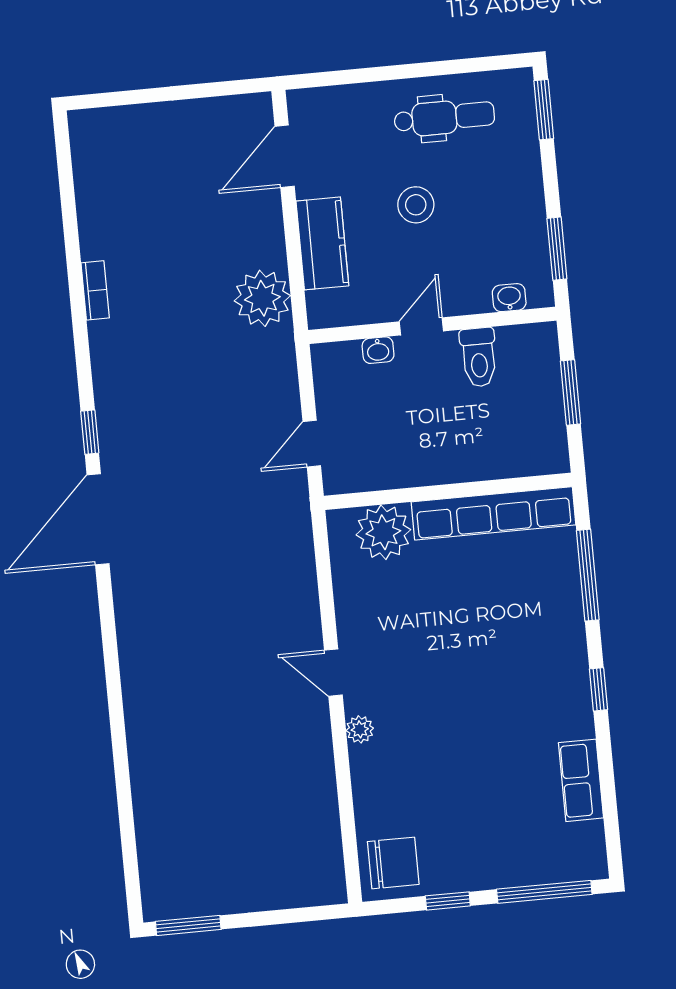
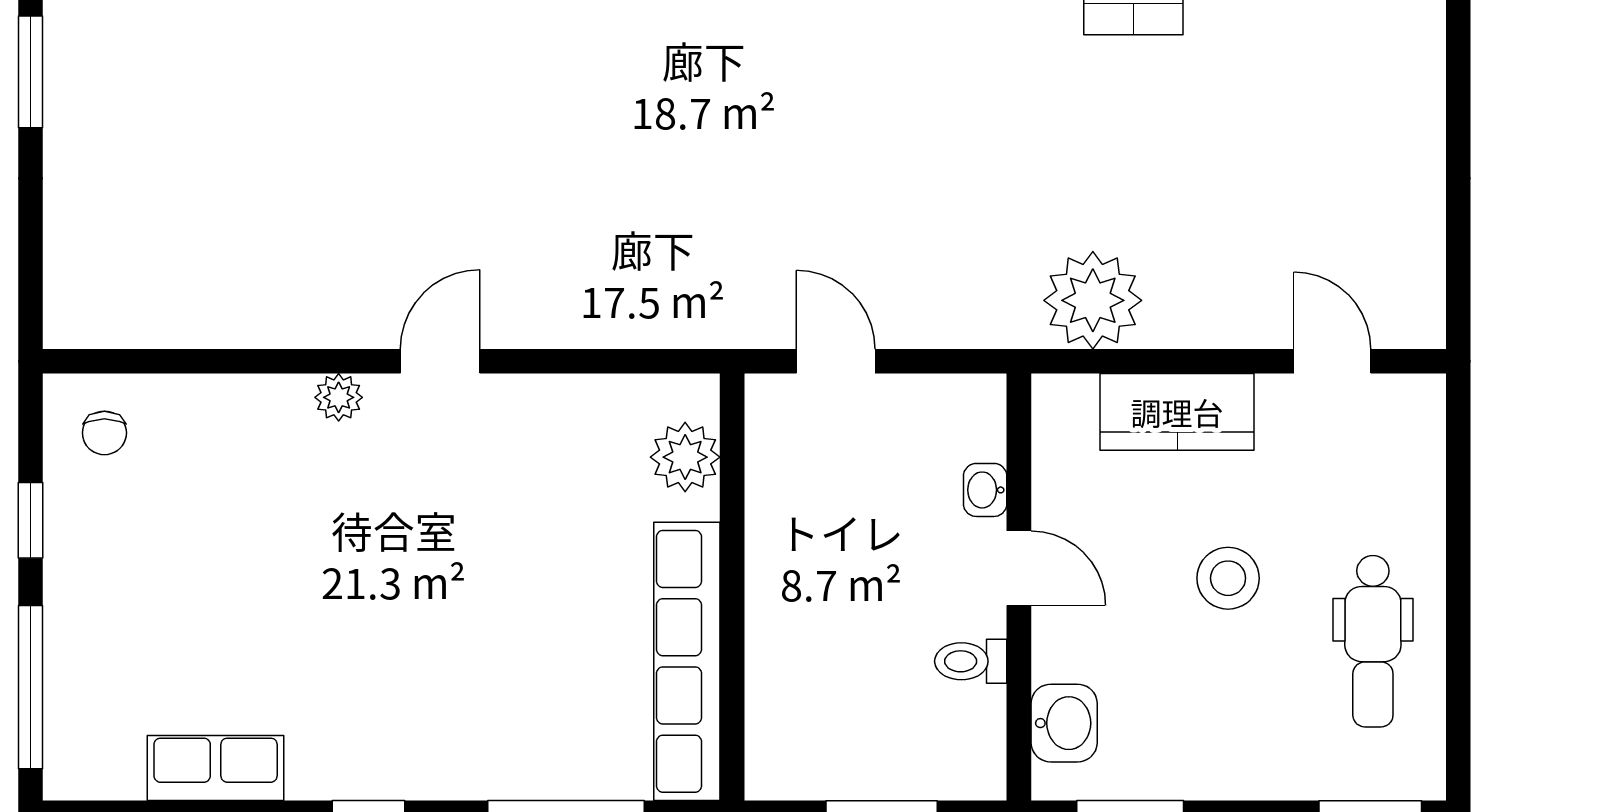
door: (285, 156) -> (1332, 361), width x0.73
washbasin: (509, 298) -> (1064, 723), width x1.38, depth x1.45
toilet: (479, 357) -> (971, 661), width x0.73, depth x0.72
plant: (383, 532) -> (685, 457), width x0.73, depth x0.73
chair: (393, 863) -> (104, 433), width x0.54, depth x0.54

